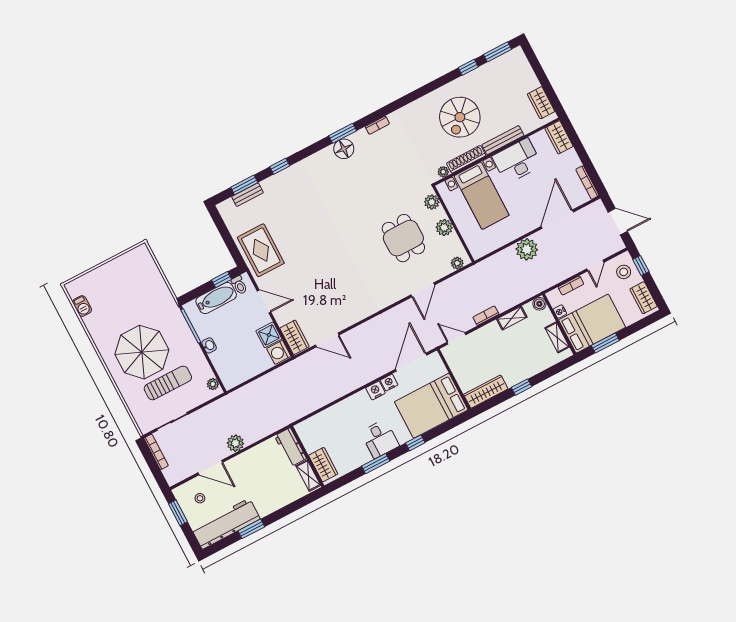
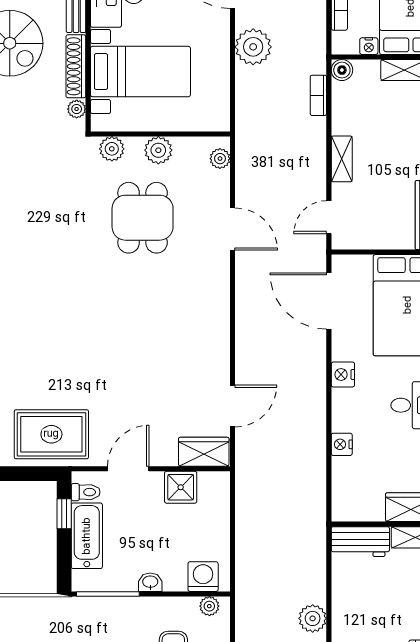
dining table: (403, 238) -> (143, 218), turned 90
bookcase: (486, 316) -> (318, 95), moved
shelving: (512, 318) -> (342, 159), moved
washing machine: (279, 352) -> (203, 577), moved, turned 180
nightstand: (389, 383) -> (342, 444), moved

